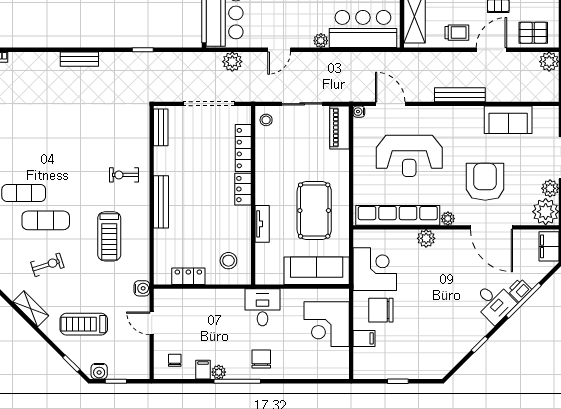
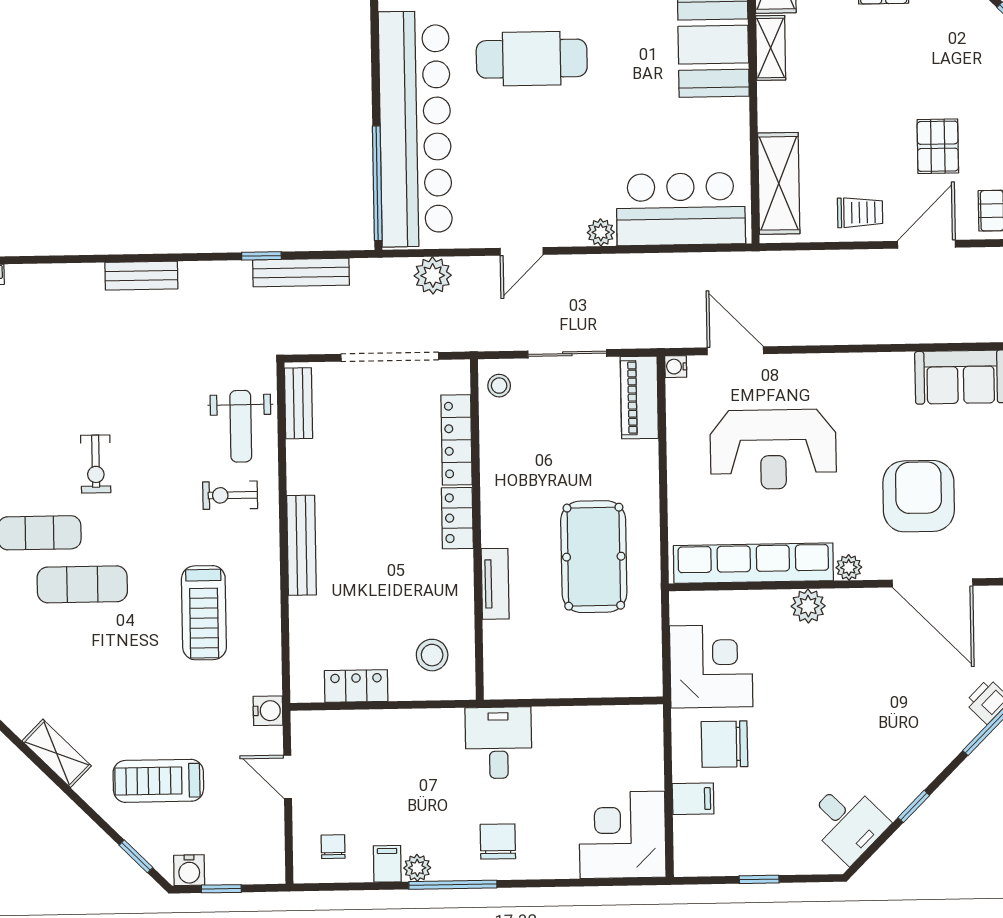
bench: (460, 95) -> (301, 273), moved
weight bench: (130, 139) -> (241, 426), added
exercise bike: (47, 265) -> (96, 464), moved, turned 108
sofa: (317, 271) -> (600, 671), removed
desk: (494, 302) -> (847, 822), moved
corner desk: (327, 324) -> (622, 835), moved, turned 90

